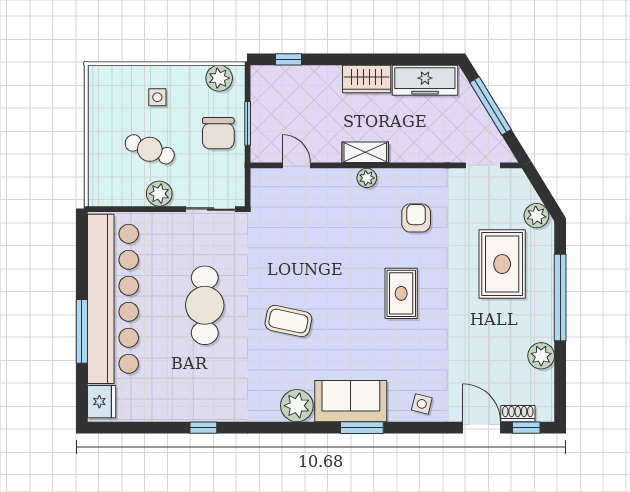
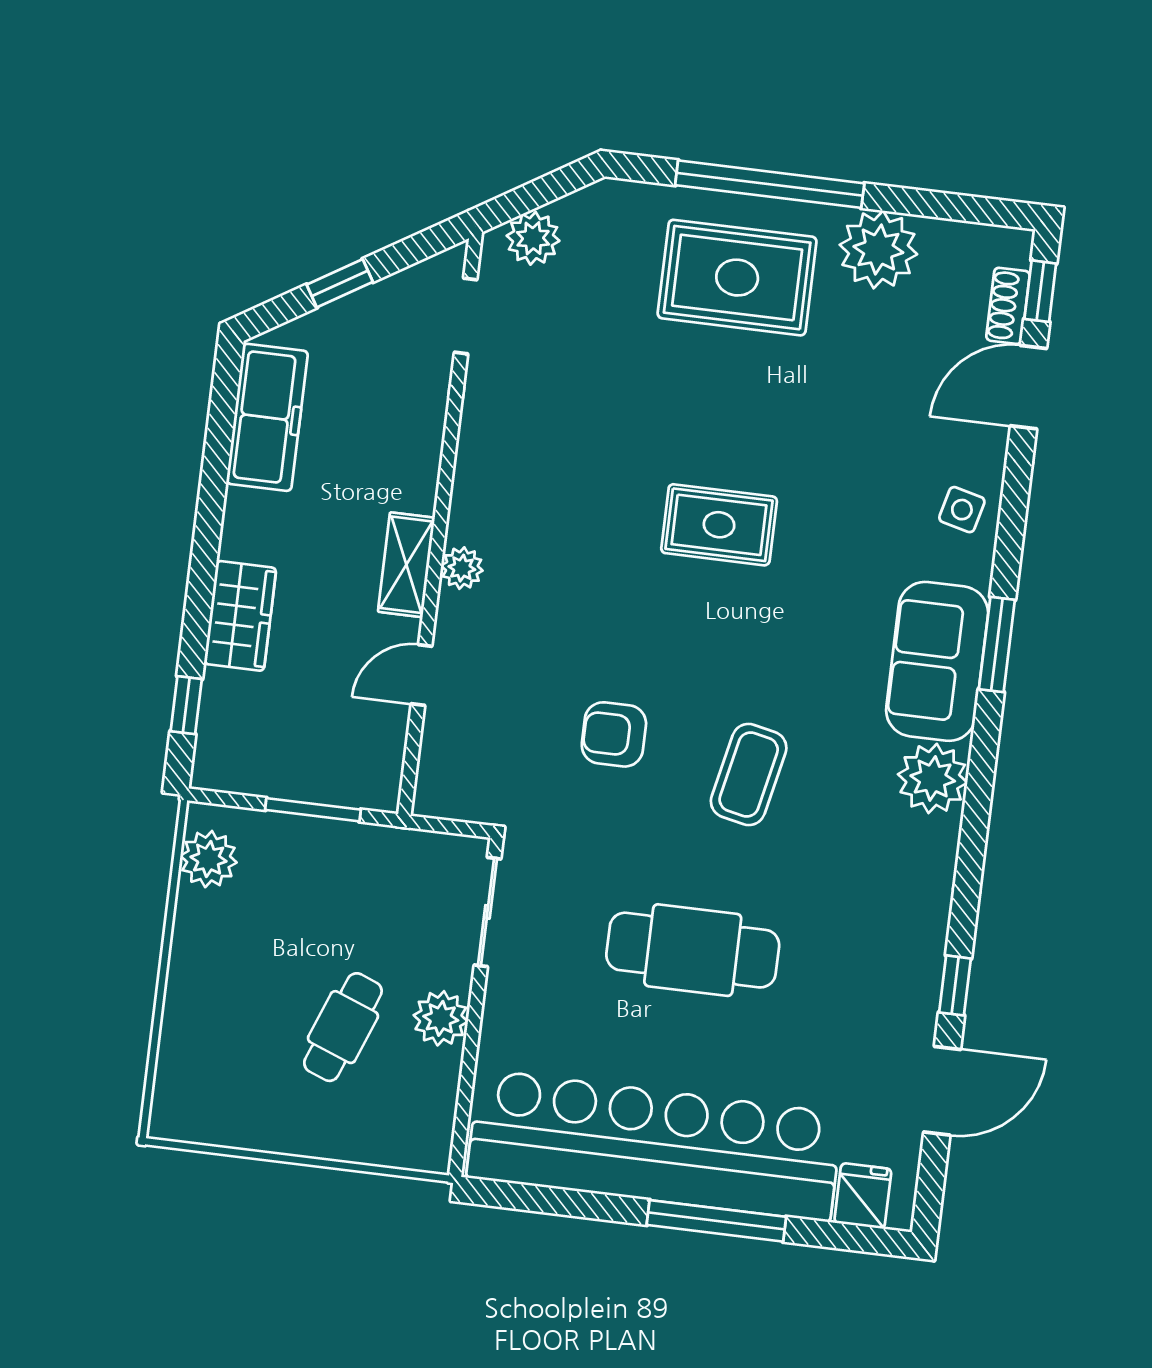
wardrobe: (367, 79) -> (240, 616), moved
side table: (157, 97) -> (233, 997), removed
window: (491, 106) -> (340, 283), width x0.46
chair: (218, 133) -> (327, 876), removed
door: (296, 165) -> (422, 675), moved
plant: (536, 216) -> (533, 238), moved
armchair: (416, 218) -> (614, 734), moved
rug: (502, 264) -> (737, 278), moved
plant: (541, 356) -> (878, 249), width x1.36, depth x1.36
fridge: (102, 402) -> (863, 1196), width x0.72
door: (154, 428) -> (942, 1091), added

